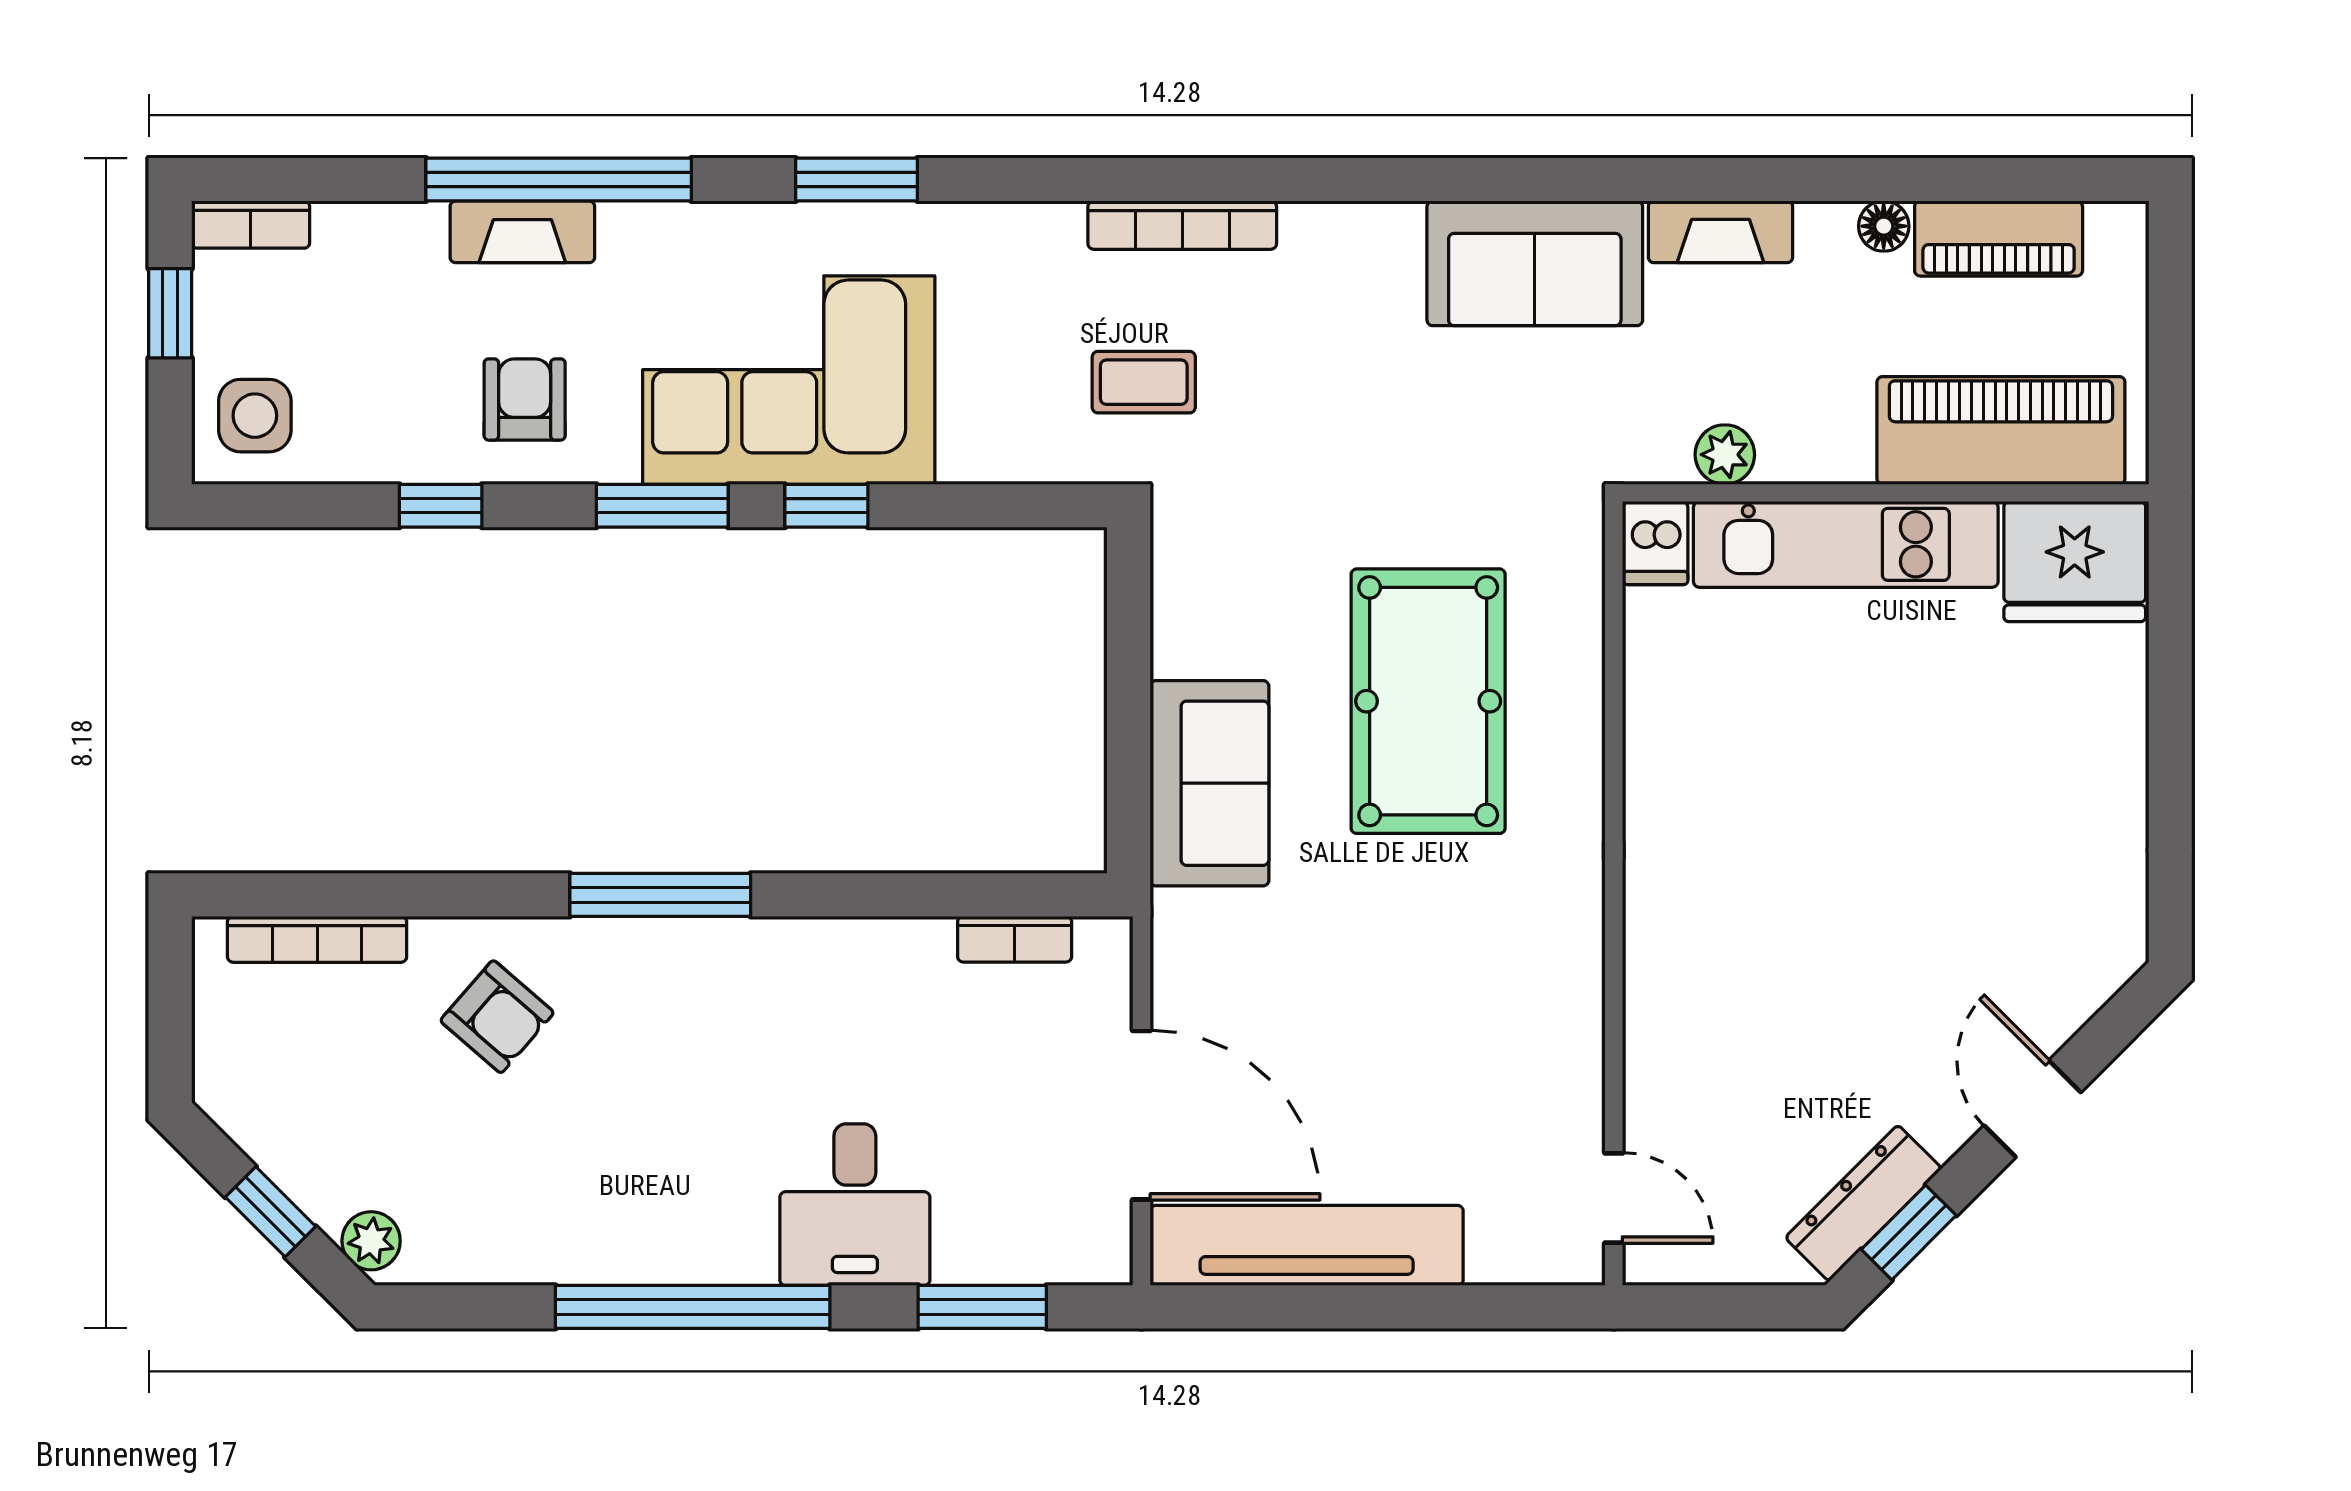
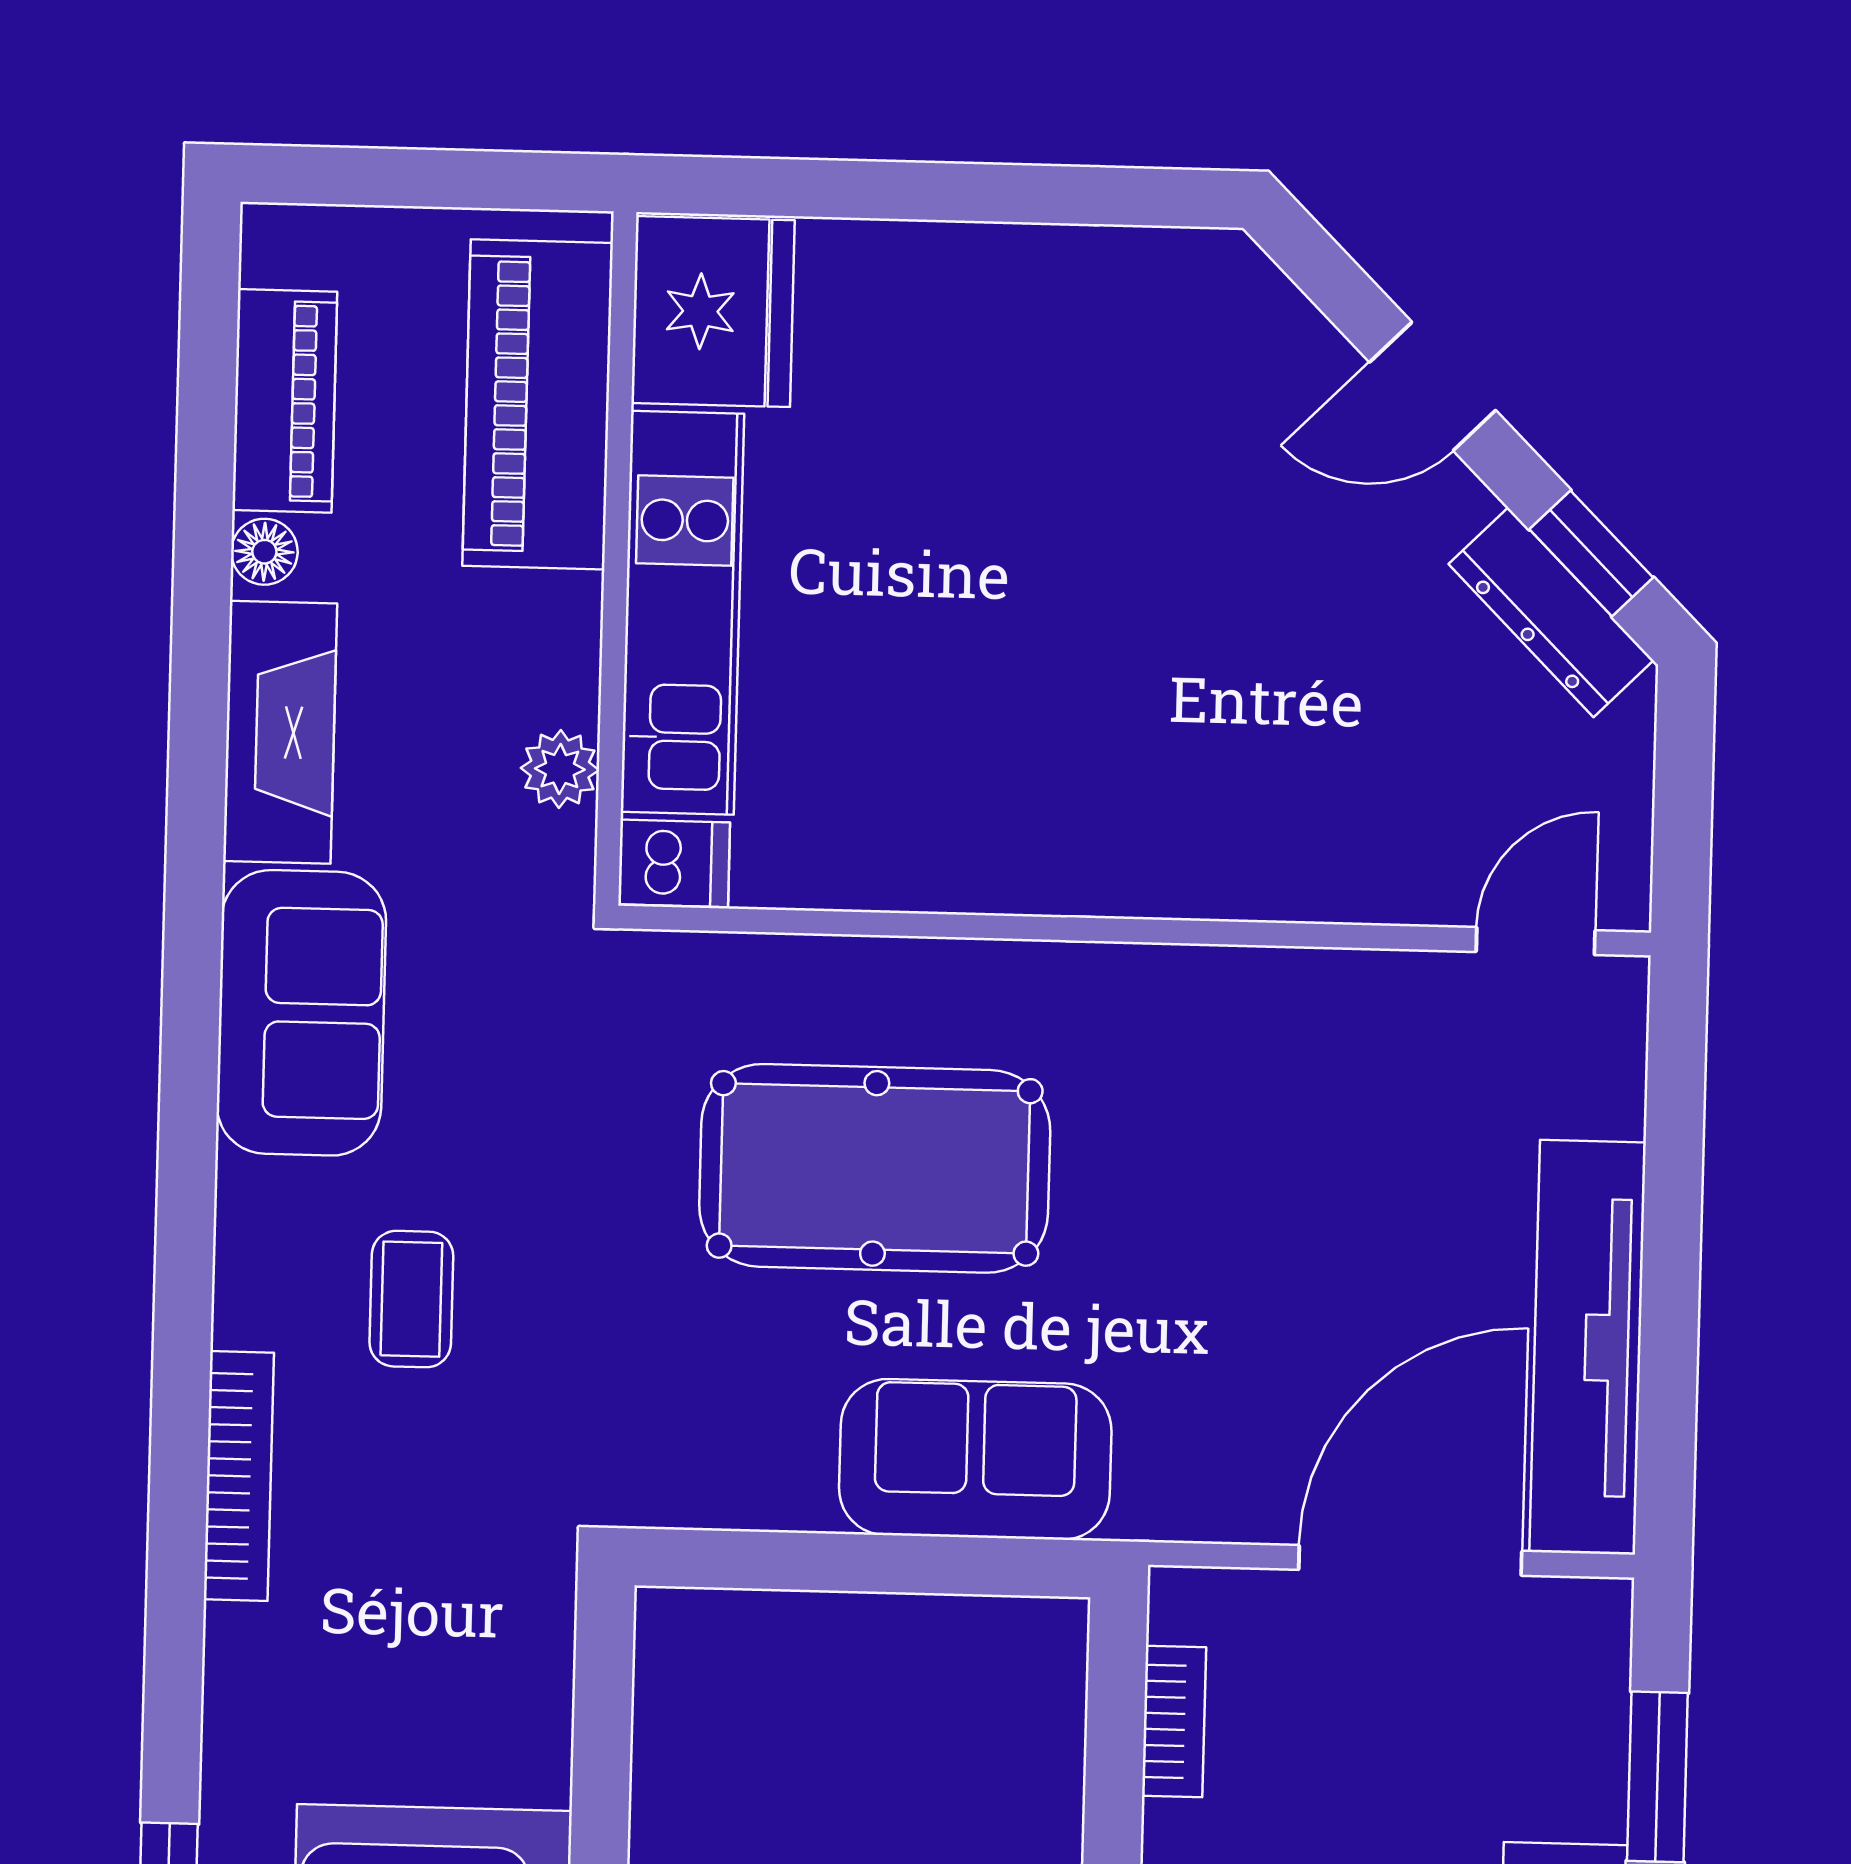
fireplace: (1721, 232) -> (280, 732), width x1.37, depth x1.32
coffee table: (1144, 382) -> (411, 1299), moved

